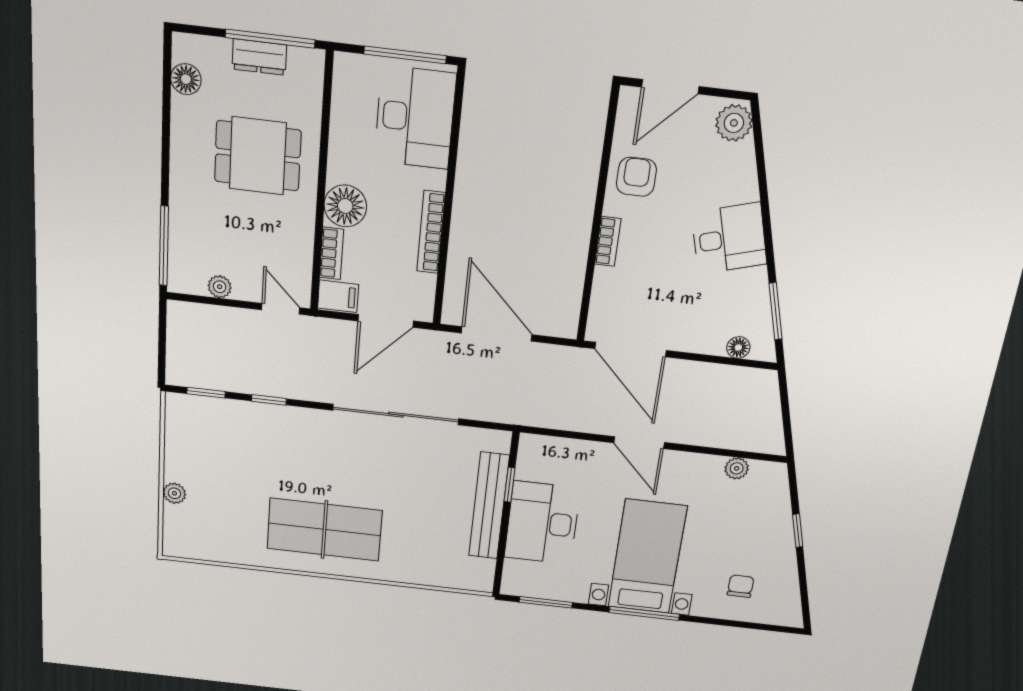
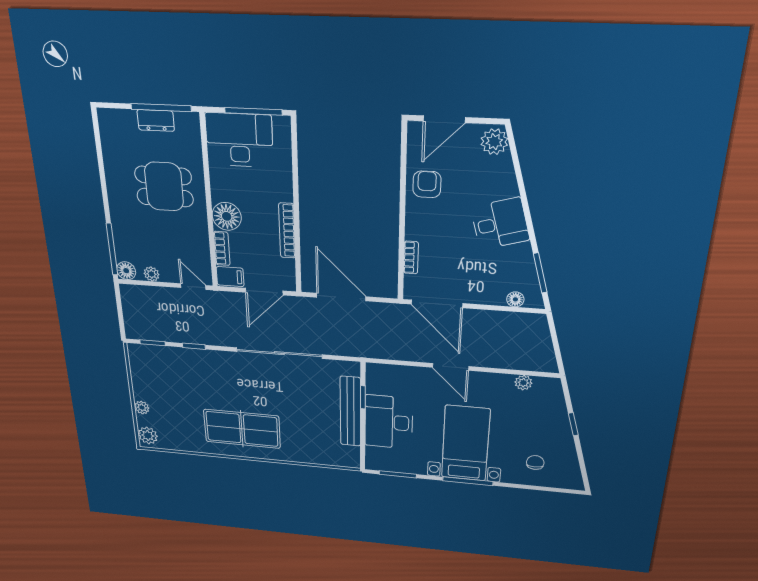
floor lamp: (186, 79) -> (126, 271), moved
desk: (415, 118) -> (239, 140), moved, turned -90
bookcase: (608, 241) -> (411, 257), moved
plant: (177, 538) -> (148, 435), added

